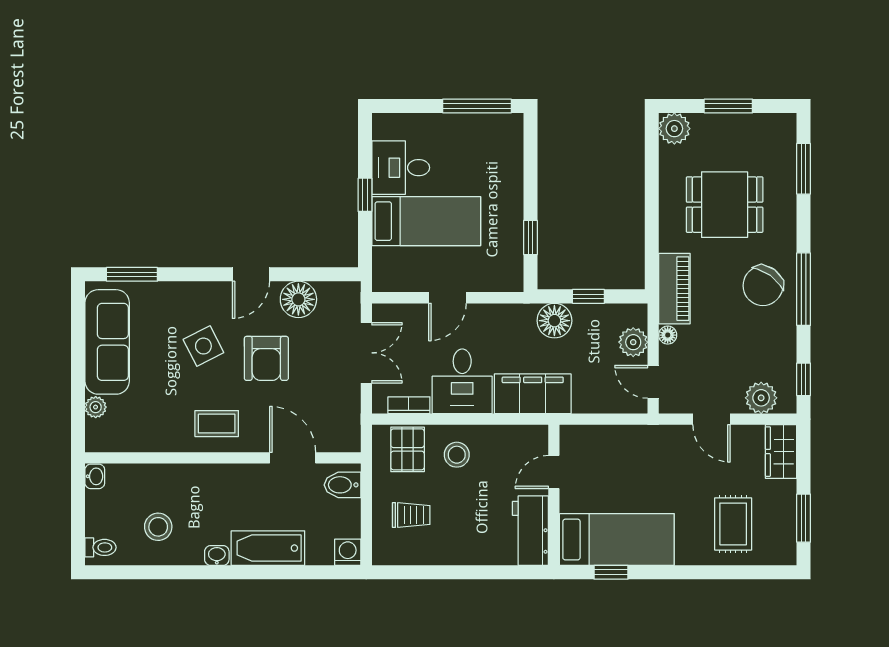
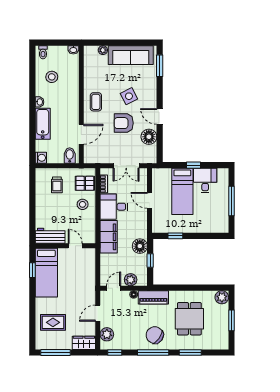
window: (477, 106) -> (231, 201), moved
window: (804, 169) -> (190, 352), moved
window: (804, 518) -> (55, 352), width x1.44

